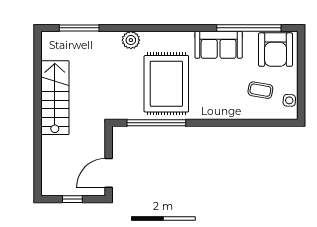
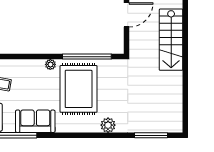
stairs: (55, 98) -> (171, 40), moved
plant: (200, 113) -> (50, 64), added

